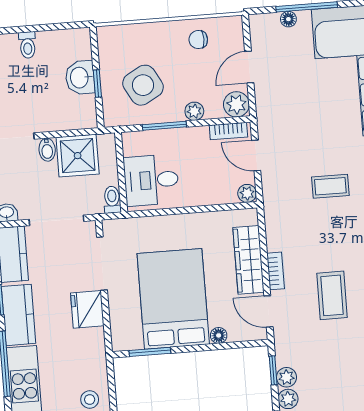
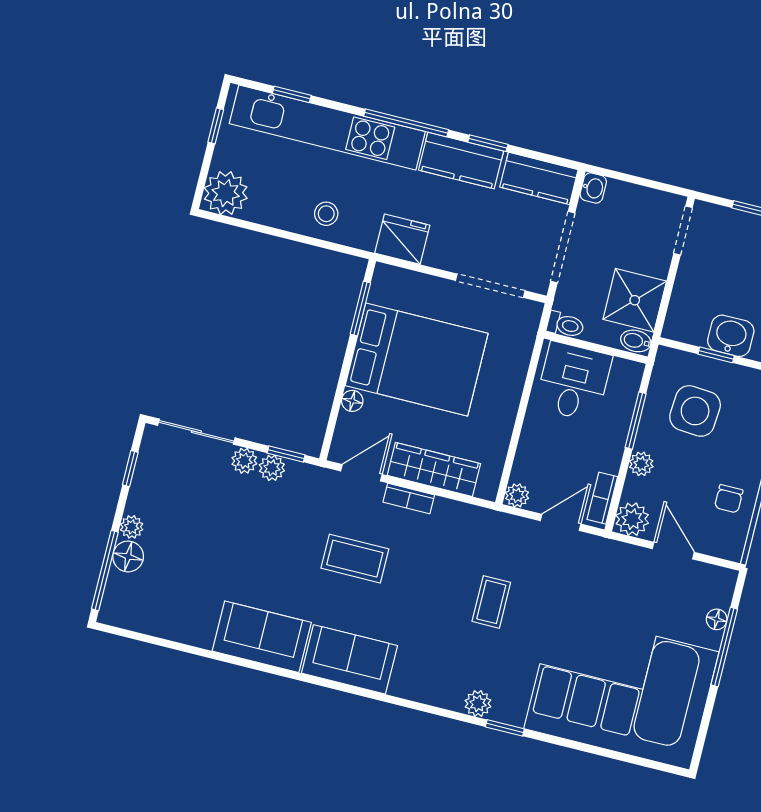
chair: (198, 40) -> (729, 499), turned 180
side table: (143, 85) -> (695, 411), turned 33
bidet: (47, 150) -> (636, 341), moved
fridge: (87, 309) -> (402, 239), moved

